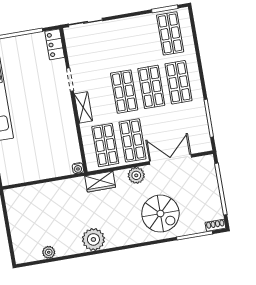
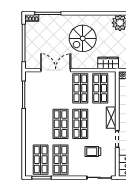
trolley: (100, 57) -> (93, 152), added
shop shelf: (178, 82) -> (60, 160), moved
double door: (170, 159) -> (56, 70), swing flipped
plant: (136, 175) -> (82, 63), removed
spiral stairs: (160, 214) -> (83, 38), moved, turned -90

